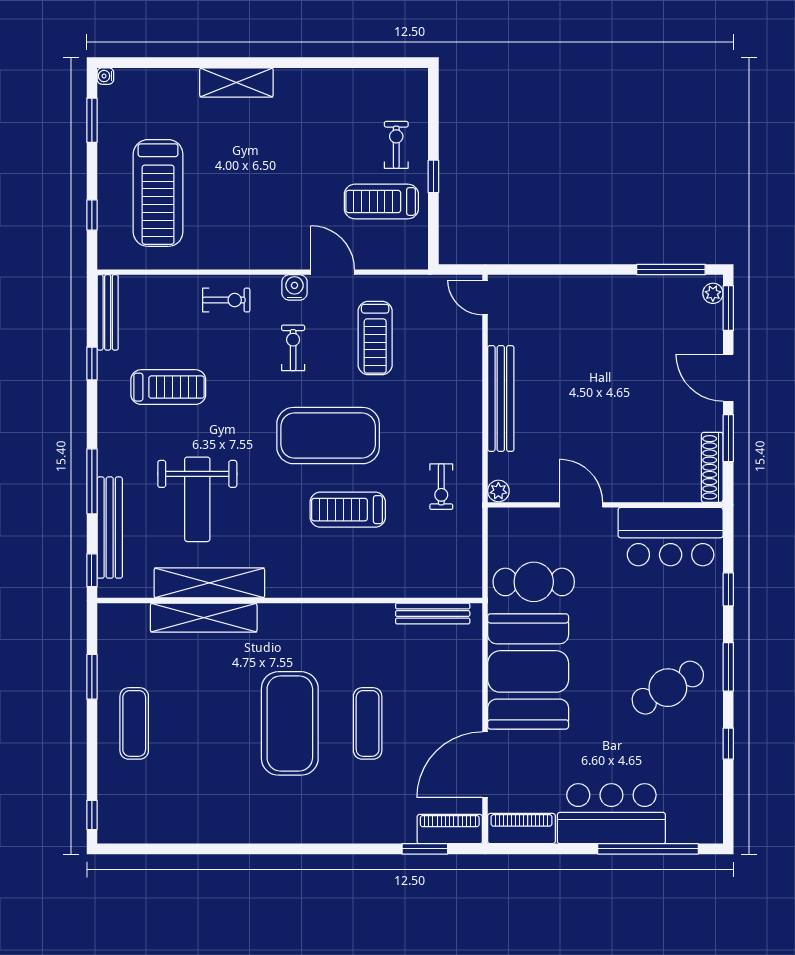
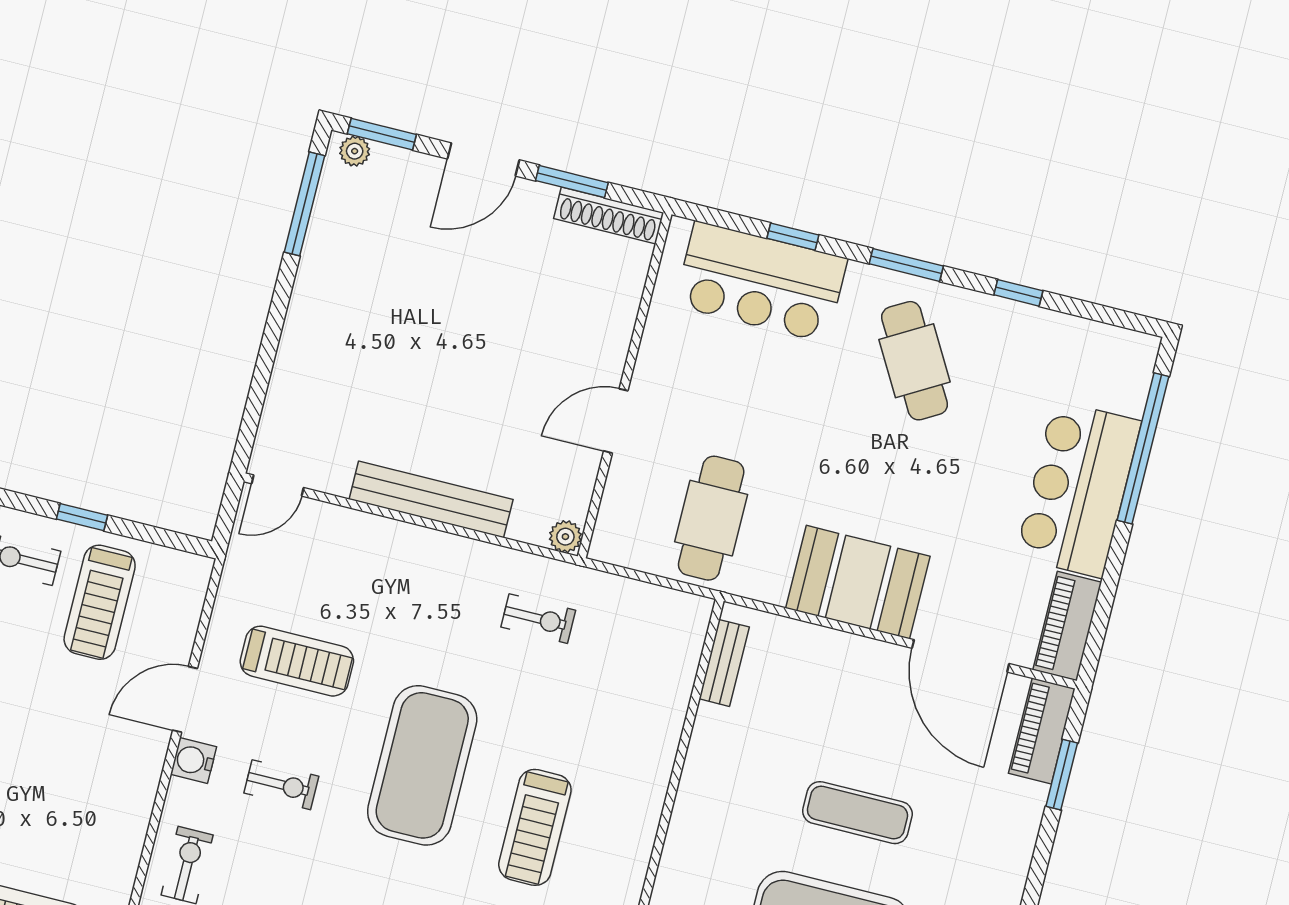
exercise bike: (293, 348) -> (281, 785), turned 180
treadmill: (348, 510) -> (535, 827), moved
bar counter: (671, 537) -> (761, 282), moved, turned 90
bench: (433, 614) -> (724, 663), width x0.73
booth: (528, 671) -> (858, 582), width x0.73, depth x0.70

